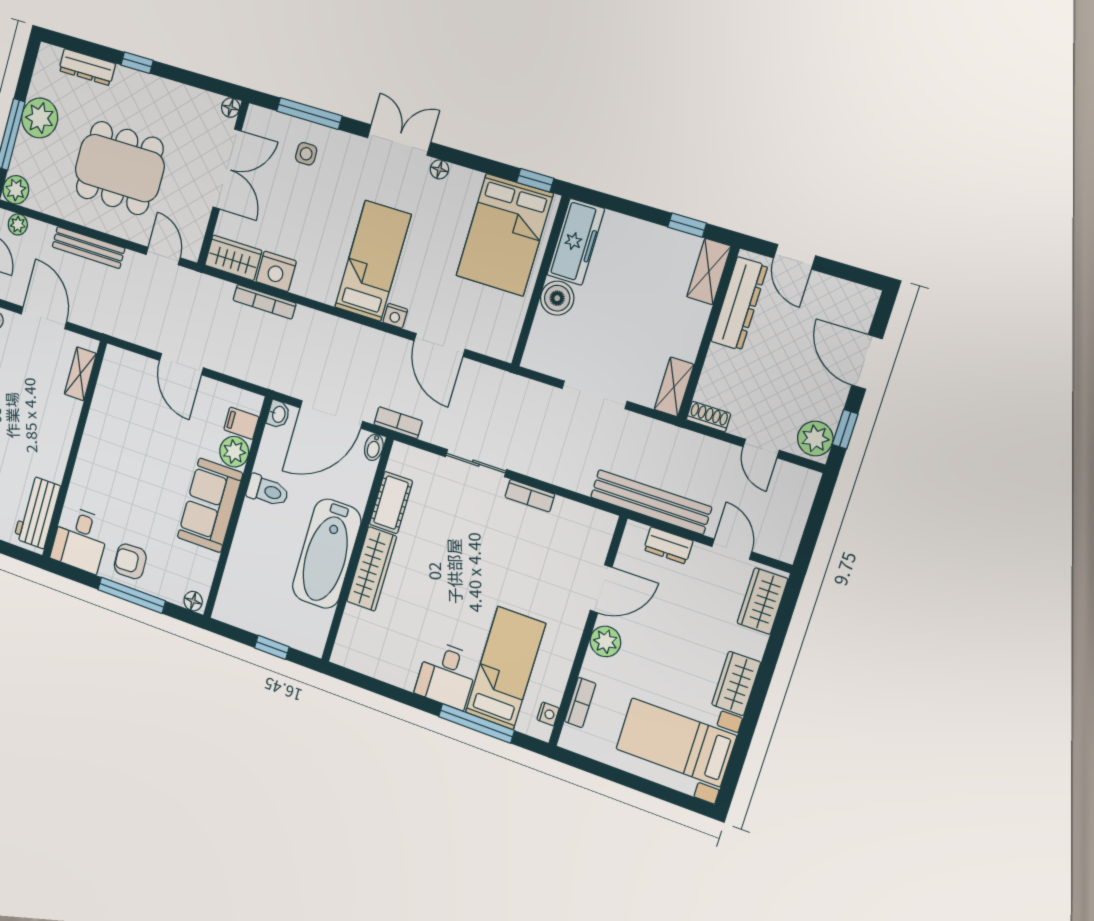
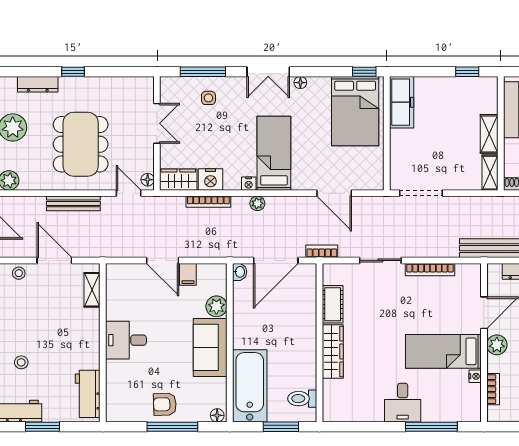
floor lamp: (231, 108) -> (148, 180), moved
double door: (399, 140) -> (268, 72), swing flipped
dining table: (120, 168) -> (81, 144), turned 90
double door: (227, 169) -> (157, 123), width x0.73
plant: (18, 224) -> (257, 203), moved
shelving: (709, 272) -> (489, 134), moved
boiler: (557, 298) -> (401, 141), removed
nightstand: (395, 316) -> (249, 184), moved
doorway: (594, 395) -> (421, 193), moved
filing cabinet: (241, 423) -> (188, 274), moved, turned -90
bidet: (374, 447) -> (310, 272), removed
toilet: (267, 491) -> (302, 399), moved, turned 180
bookcase: (530, 496) -> (430, 270), width x1.56
desk: (80, 539) -> (126, 340), moved, turned 90
bathtub: (327, 554) -> (250, 386), moved, turned 180
window: (272, 647) -> (281, 427), width x1.50
bed: (506, 668) -> (443, 351), moved, turned -90
nightstand: (548, 714) -> (475, 376), moved

